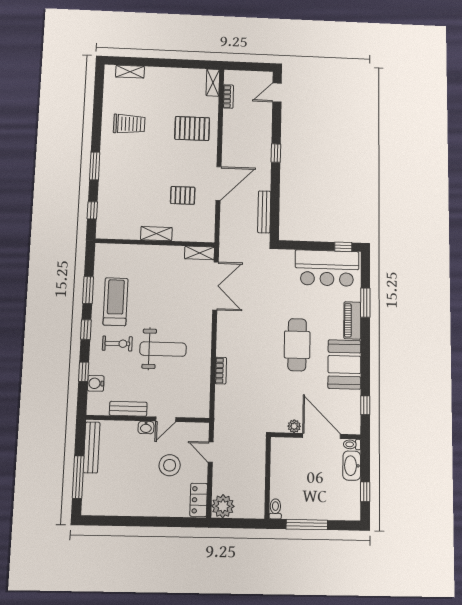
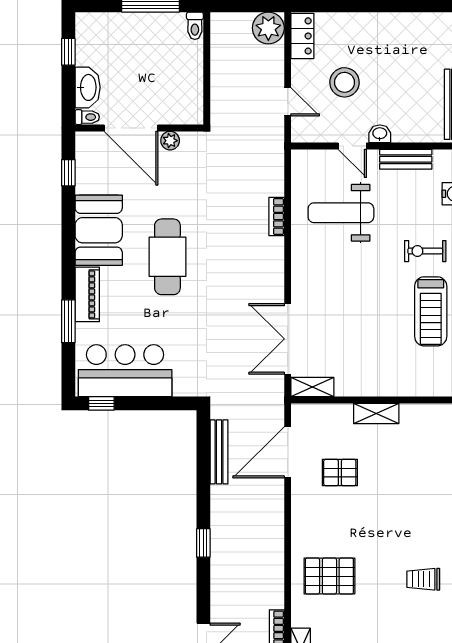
trolley: (129, 124) -> (423, 579), width x0.73, depth x0.72
door: (219, 183) -> (288, 452), moved
weight bench: (163, 349) -> (341, 213), moved
door: (166, 419) -> (352, 146), swing flipped

